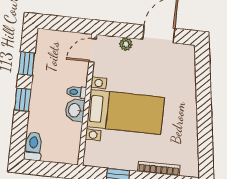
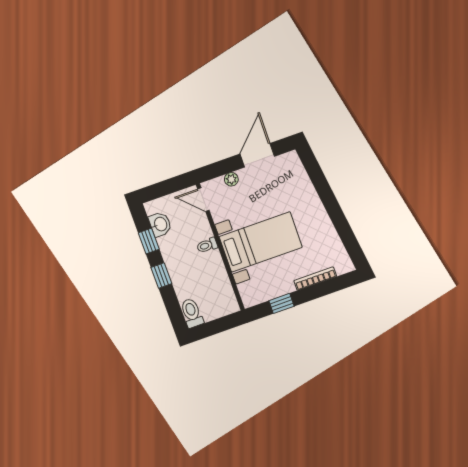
door: (93, 50) -> (203, 200), hinge flipped
washbasin: (75, 110) -> (160, 224), moved, turned 180

